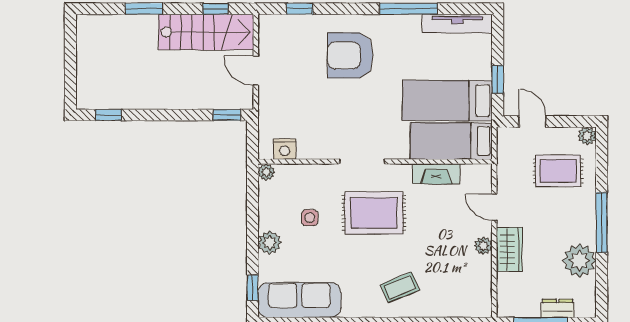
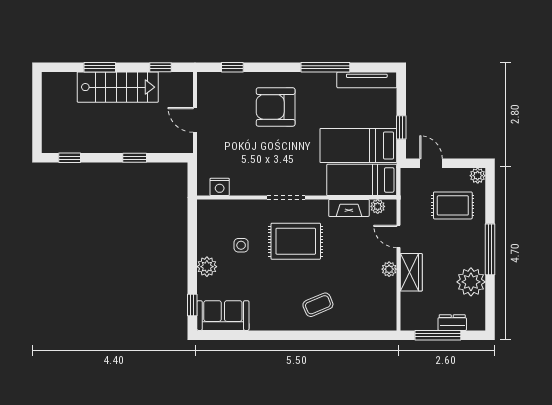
stairs: (206, 32) -> (118, 87), moved
window: (227, 115) -> (135, 158), moved
plant: (266, 172) -> (378, 206), moved
sofa: (299, 300) -> (223, 316), width x0.73

